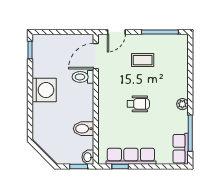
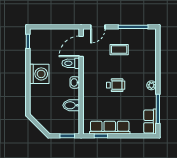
washbasin: (88, 157) -> (75, 82), moved

